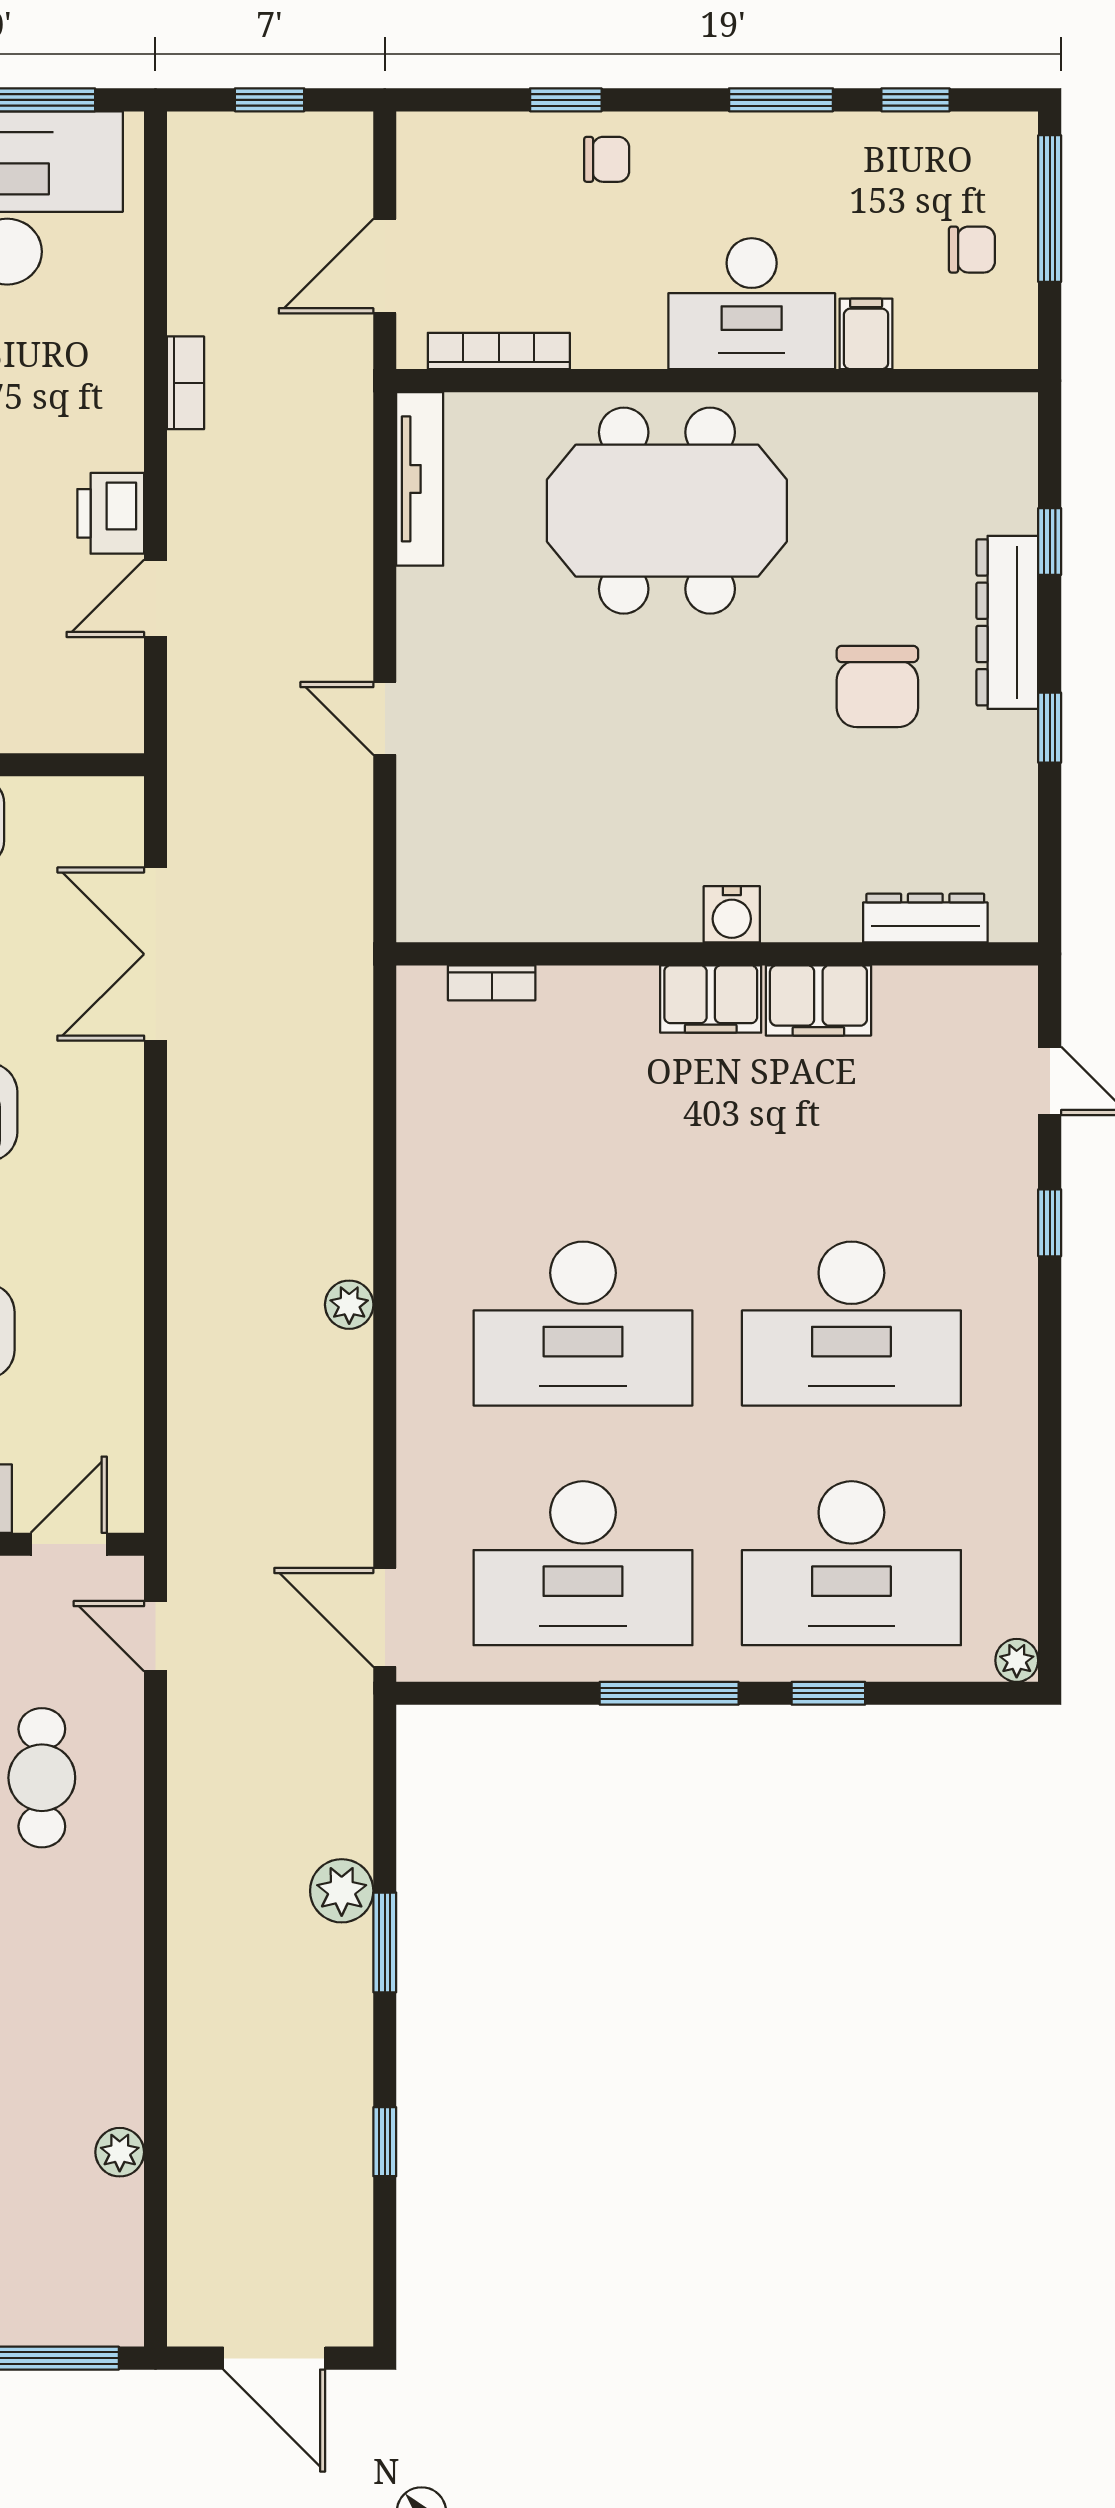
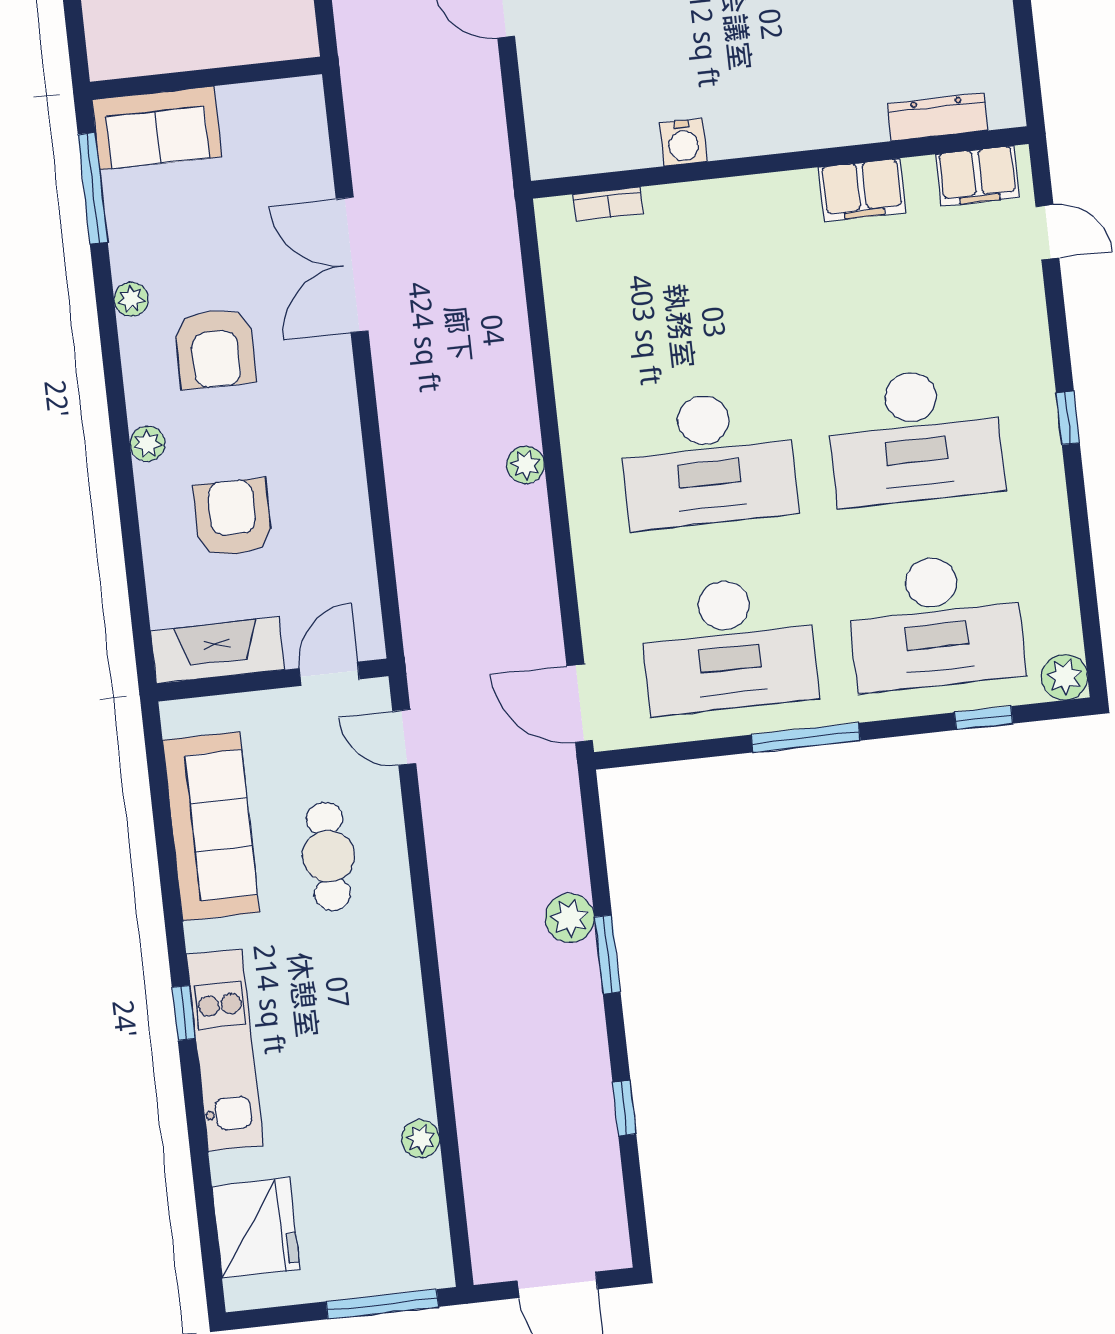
water cooler: (732, 914) -> (683, 142), moved
double door: (155, 954) -> (352, 265), moved
filing cabinet: (711, 999) -> (977, 176), moved
window: (1050, 1223) -> (1068, 418), moved
plant: (1017, 1660) -> (1064, 677), width x1.38, depth x1.38
window: (828, 1693) -> (984, 718), moved

